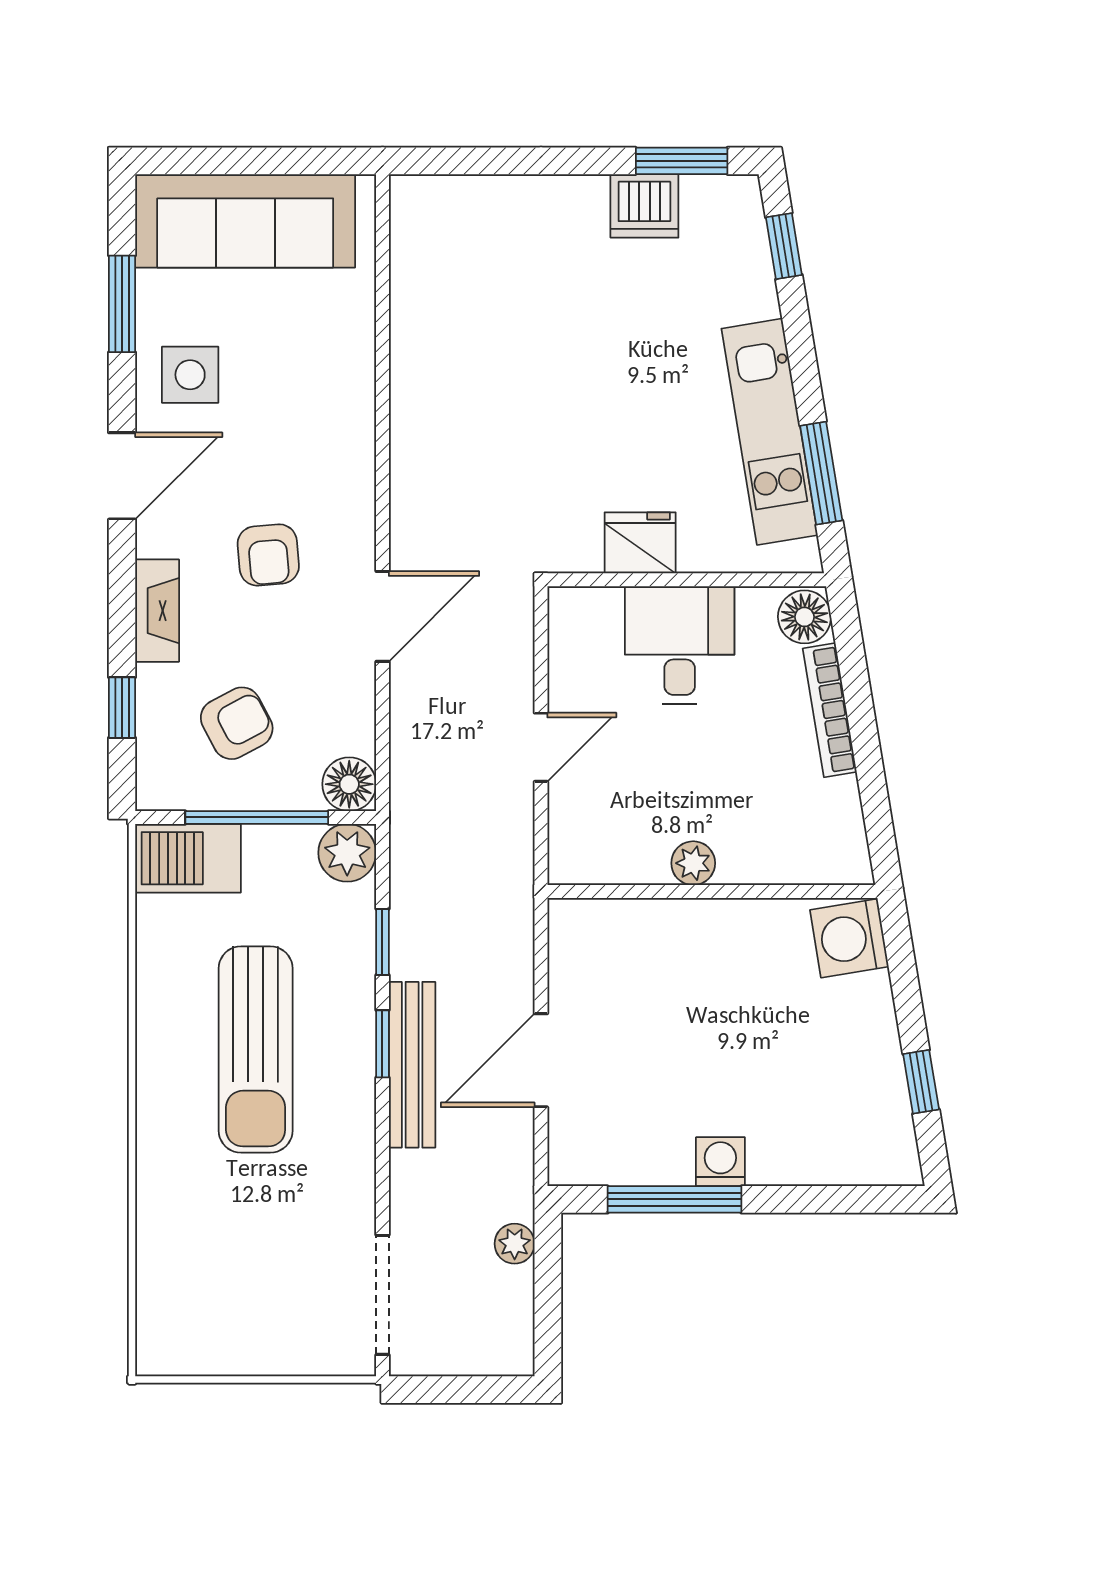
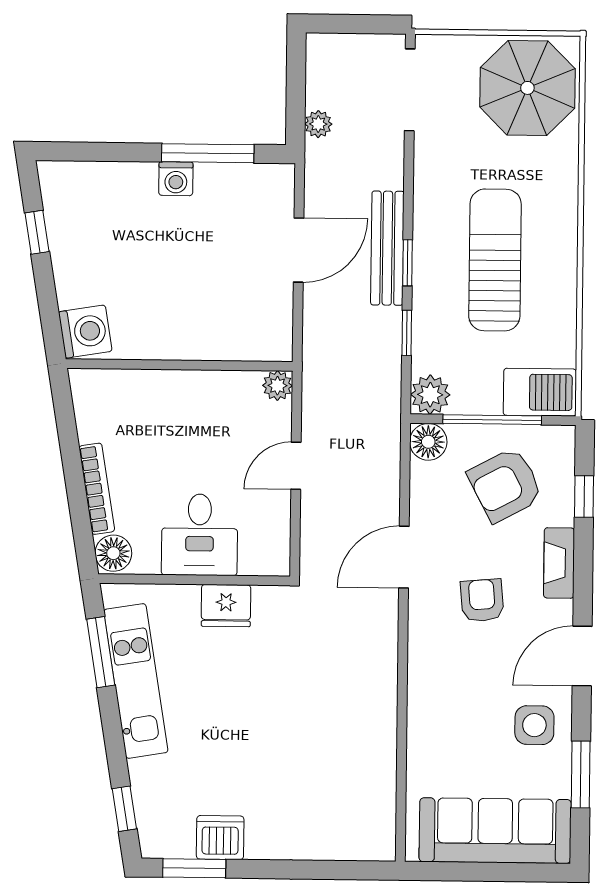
armchair: (237, 723) -> (505, 485), width x1.38, depth x1.38
plant: (693, 863) -> (277, 386), moved
parasol: (212, 1300) -> (527, 88), added

